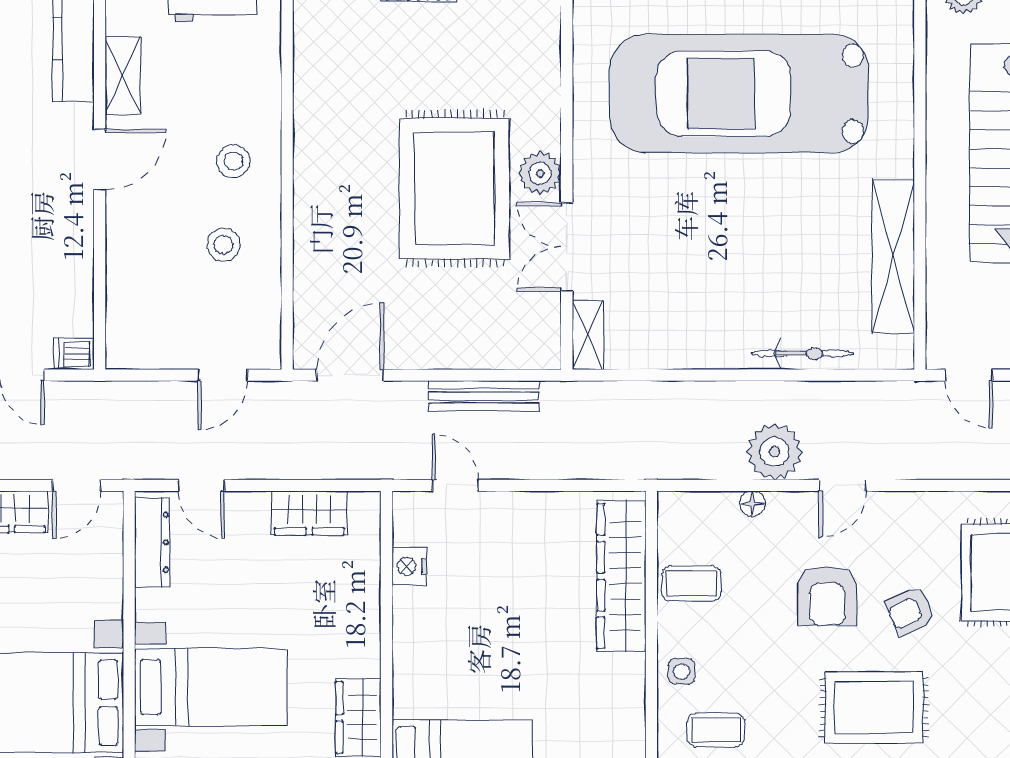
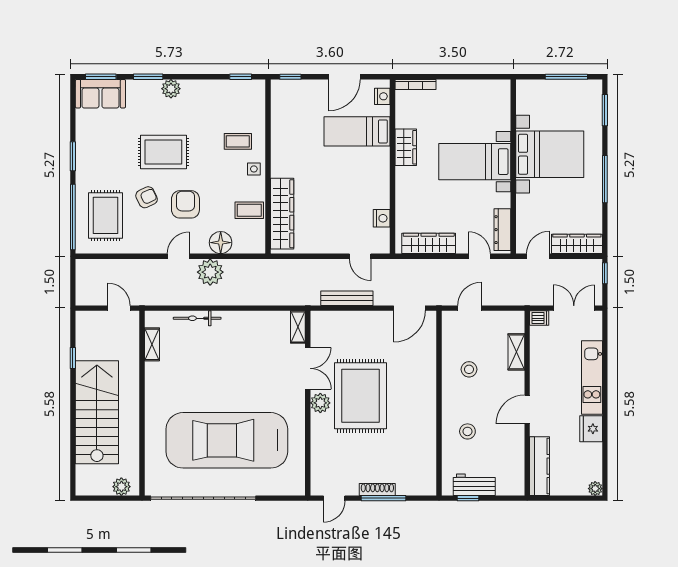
shelving: (123, 76) -> (516, 352), moved
car: (739, 94) -> (227, 440), turned 180
stool: (233, 161) -> (467, 431), moved
shelving: (893, 256) -> (152, 344), width x0.45, depth x0.75
floor lamp: (752, 503) -> (221, 243), width x1.89, depth x1.89
wardrobe: (309, 513) -> (429, 243), width x1.50

